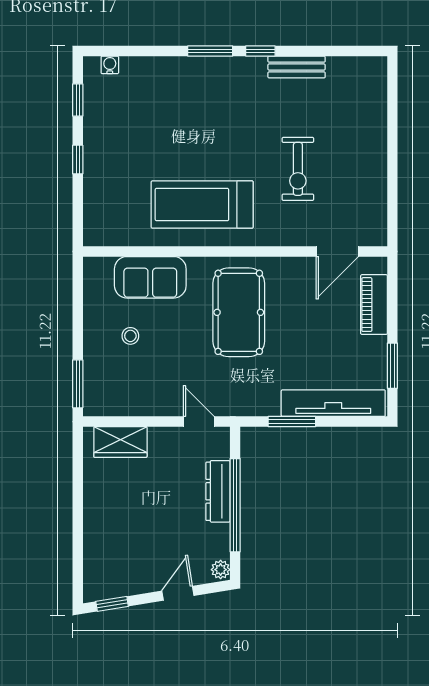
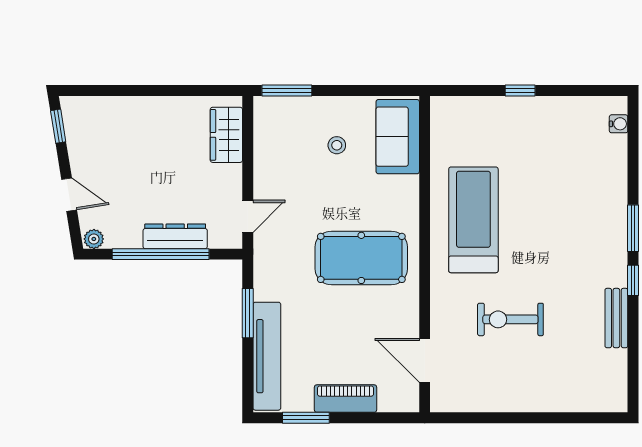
window: (78, 100) -> (582, 90), removed
sofa: (150, 277) -> (398, 137), moved
piano: (374, 305) -> (346, 399), moved

